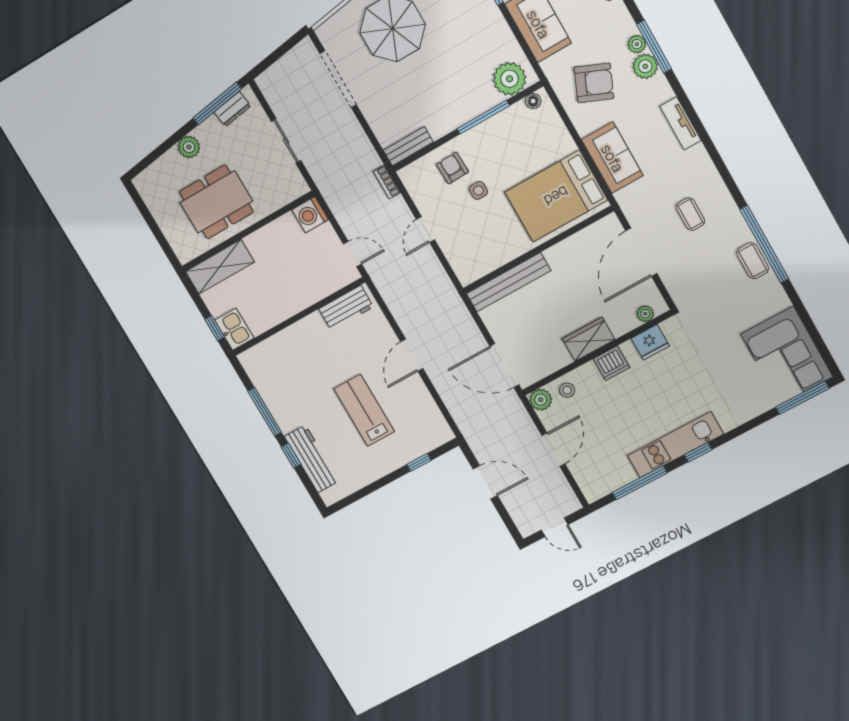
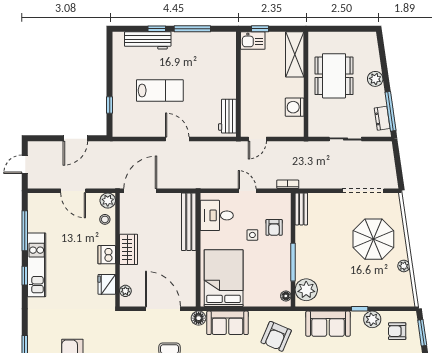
armchair: (452, 168) -> (274, 227), turned 92
floor lamp: (627, 199) -> (199, 318), added
washing machine: (310, 215) -> (295, 107), moved, turned -90
desk: (480, 251) -> (217, 215), added

